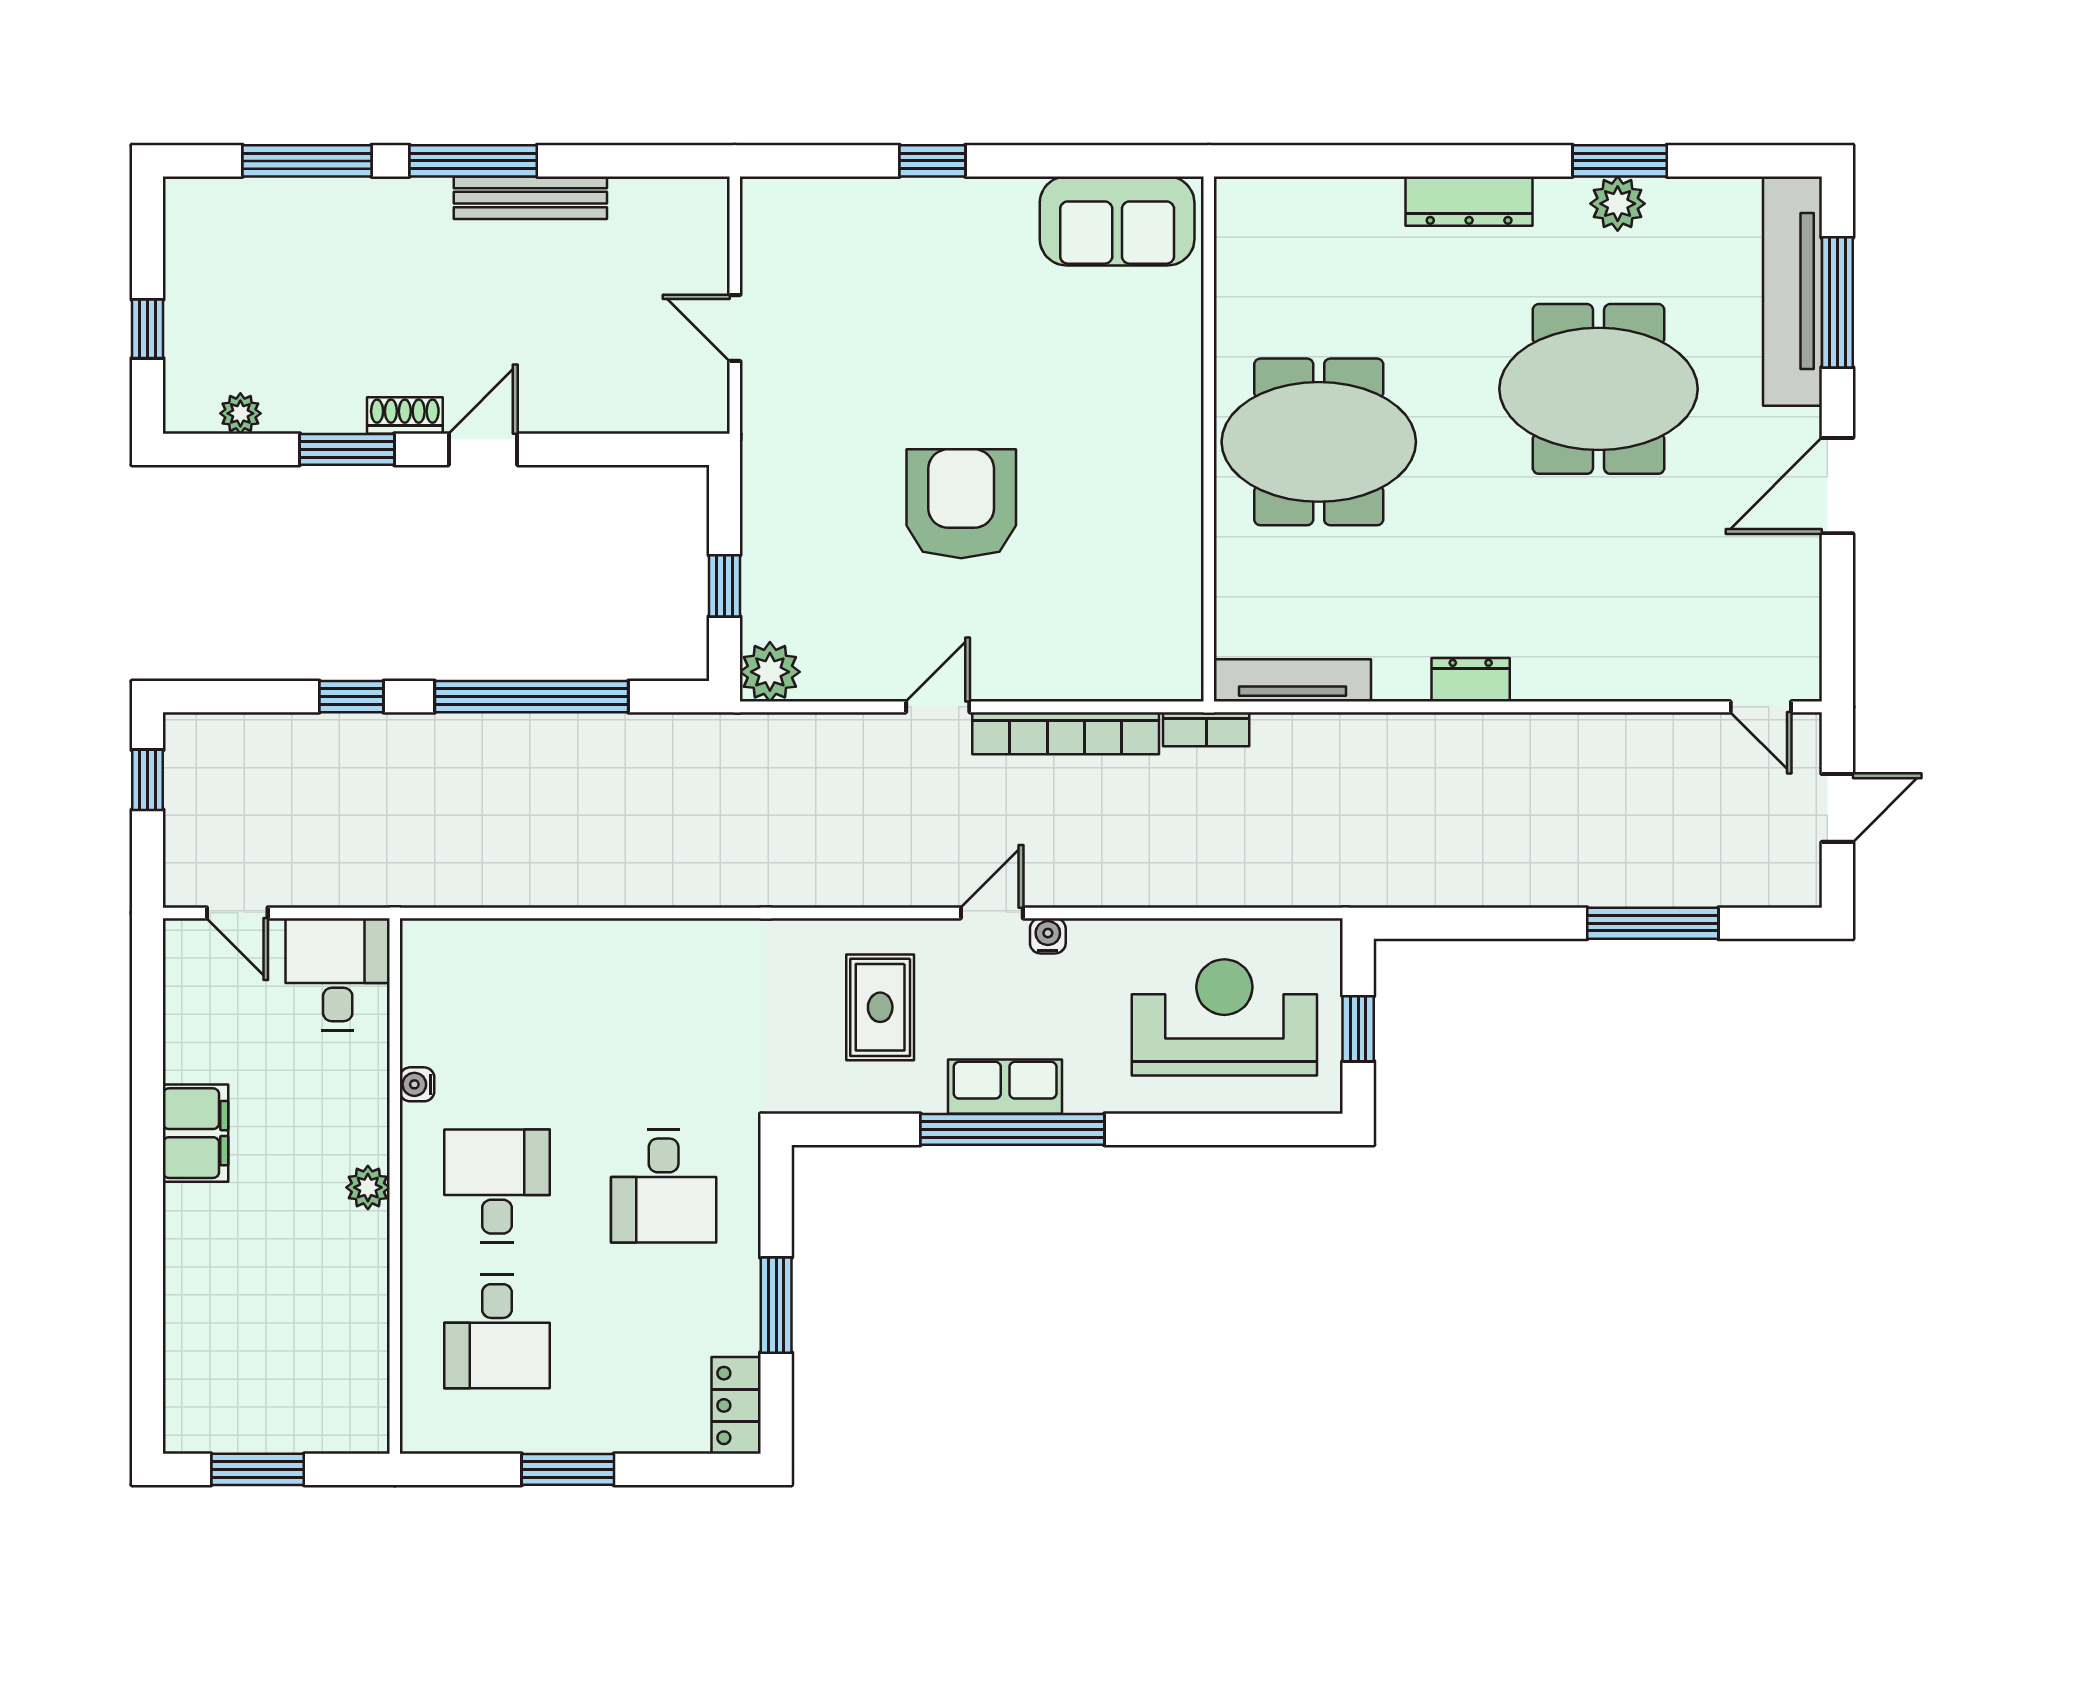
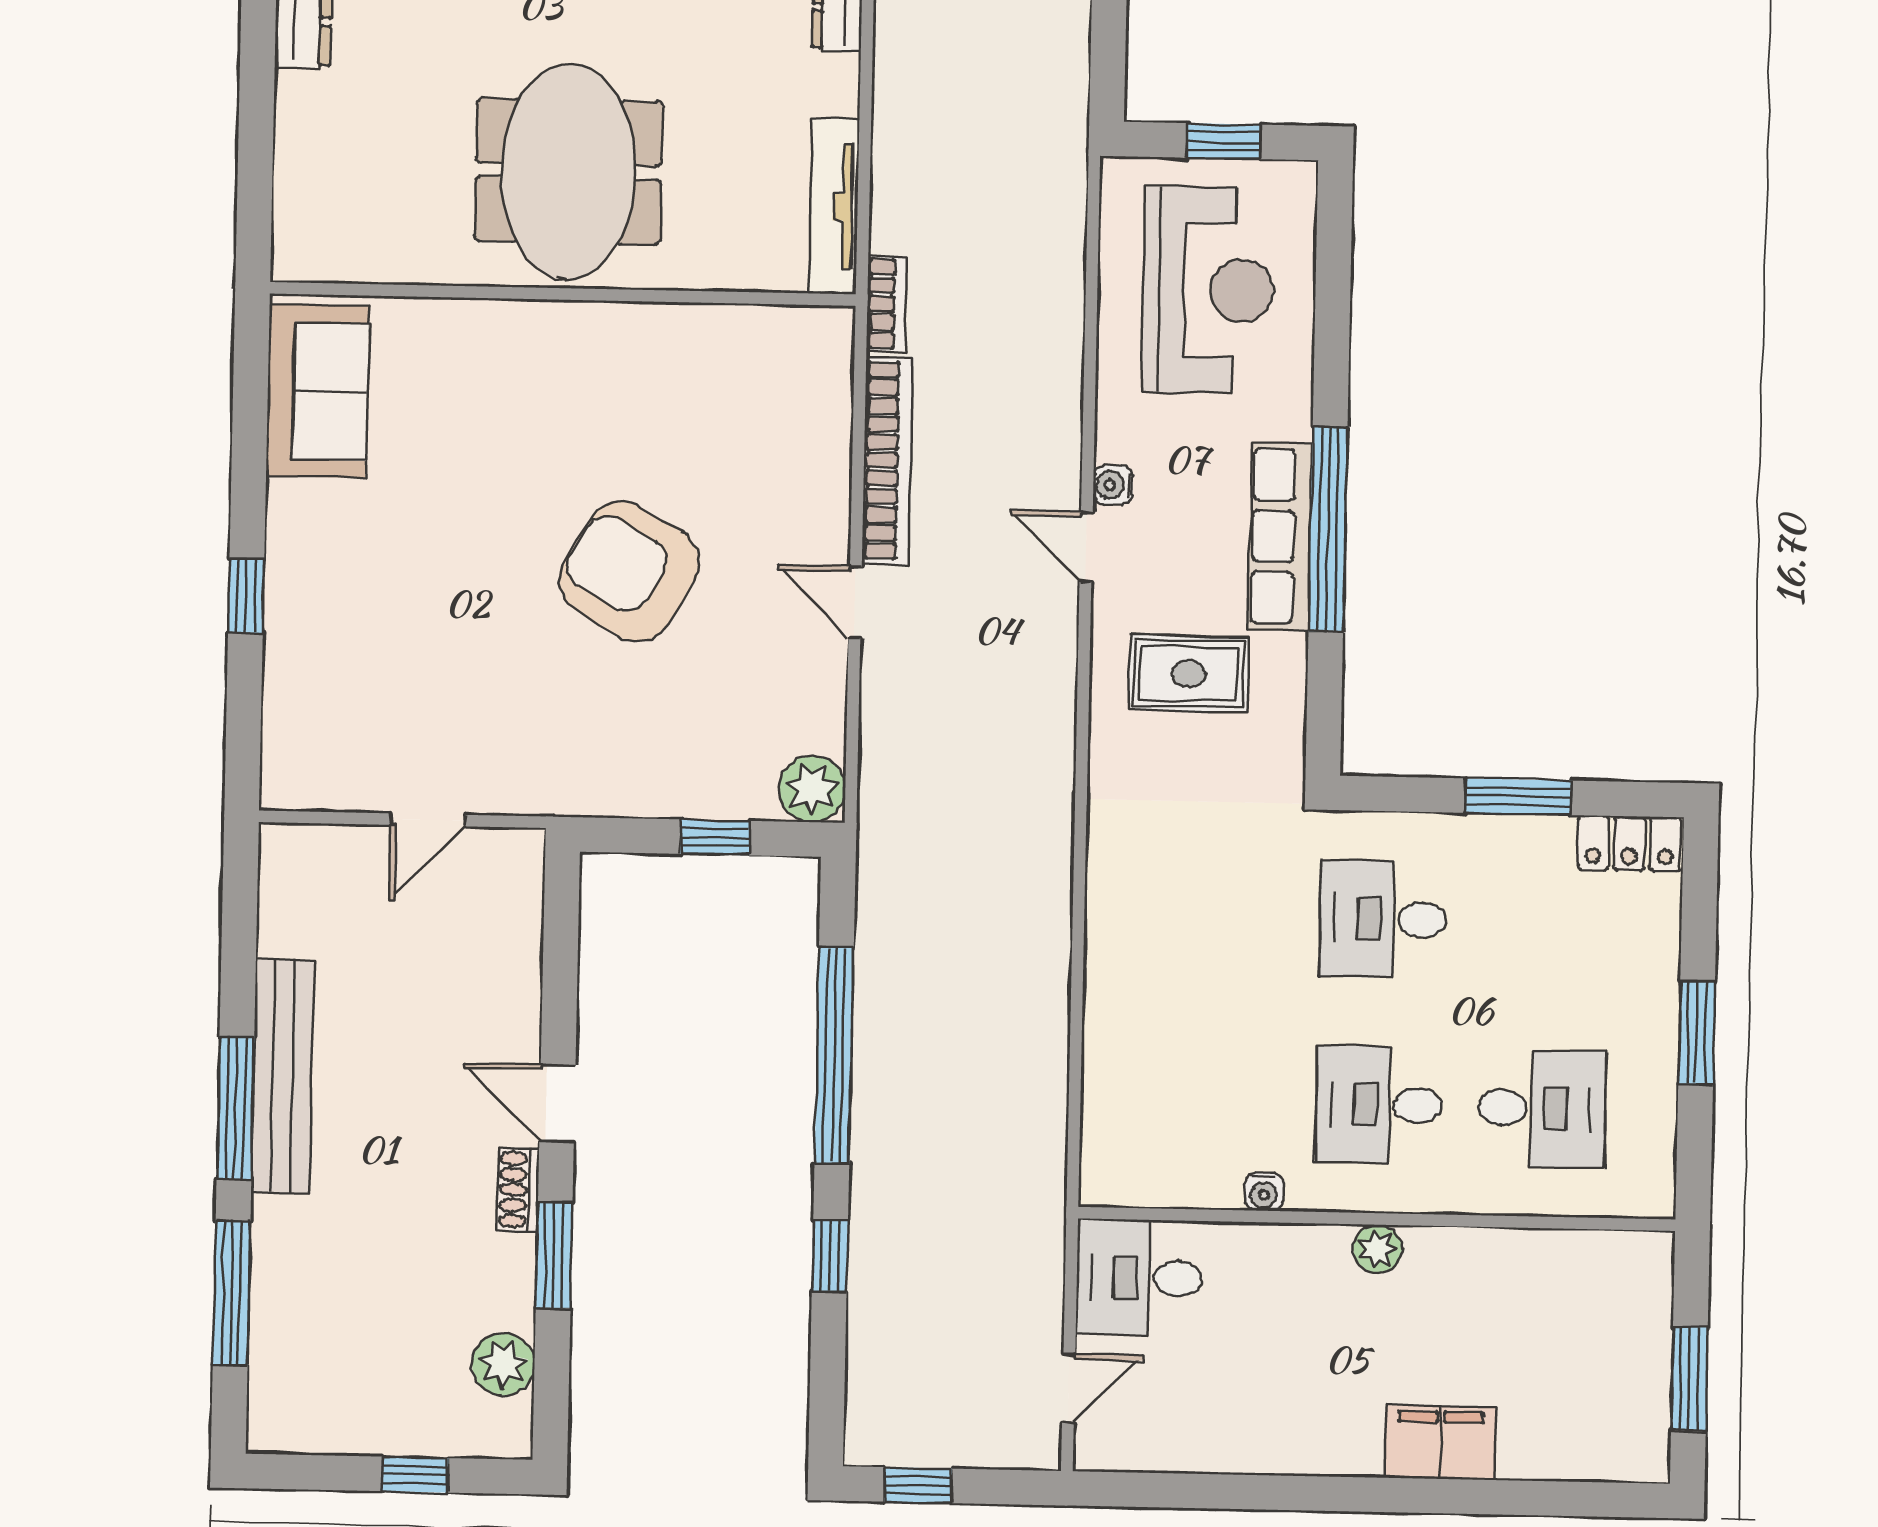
bench: (530, 198) -> (282, 1076), width x1.37, depth x1.21
plant: (240, 413) -> (503, 1364), width x1.38, depth x1.38
armchair: (961, 504) -> (629, 572), turned 30
reception desk: (1224, 1017) -> (1208, 290), turned 180
row of seats: (1005, 1087) -> (1280, 536), width x1.48
filing cabinet: (196, 1133) -> (1440, 1443), moved
desk: (664, 1186) -> (1383, 919), turned 180

